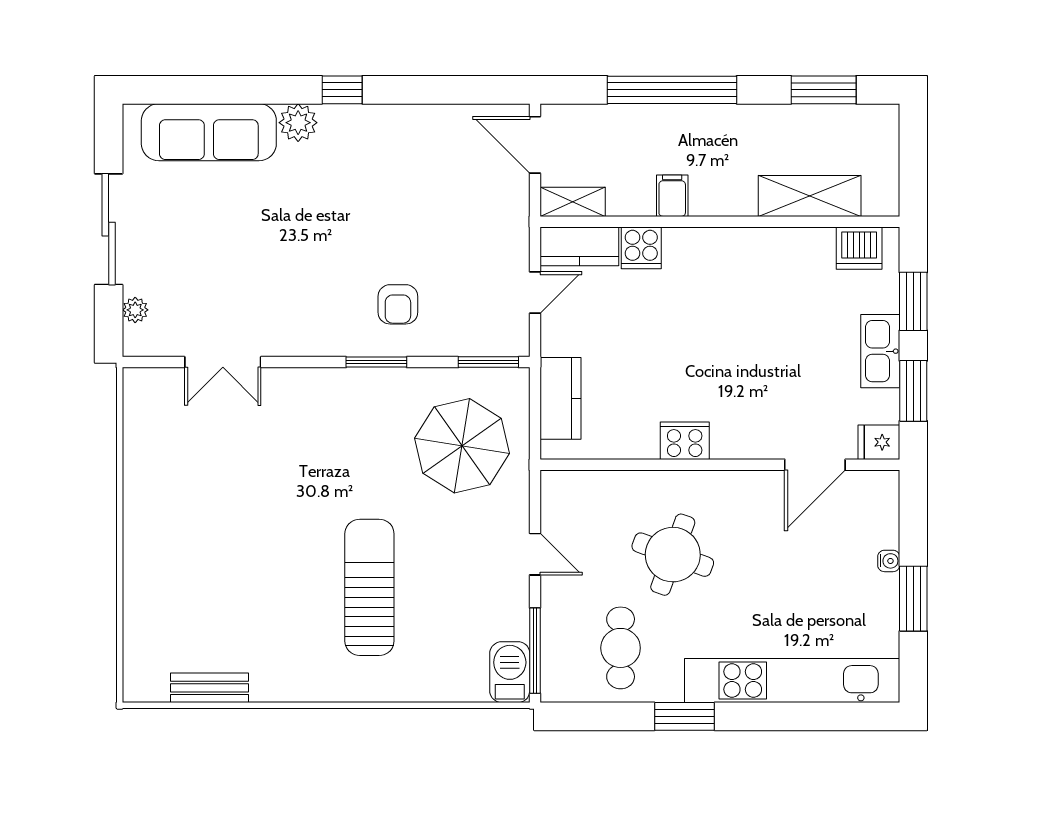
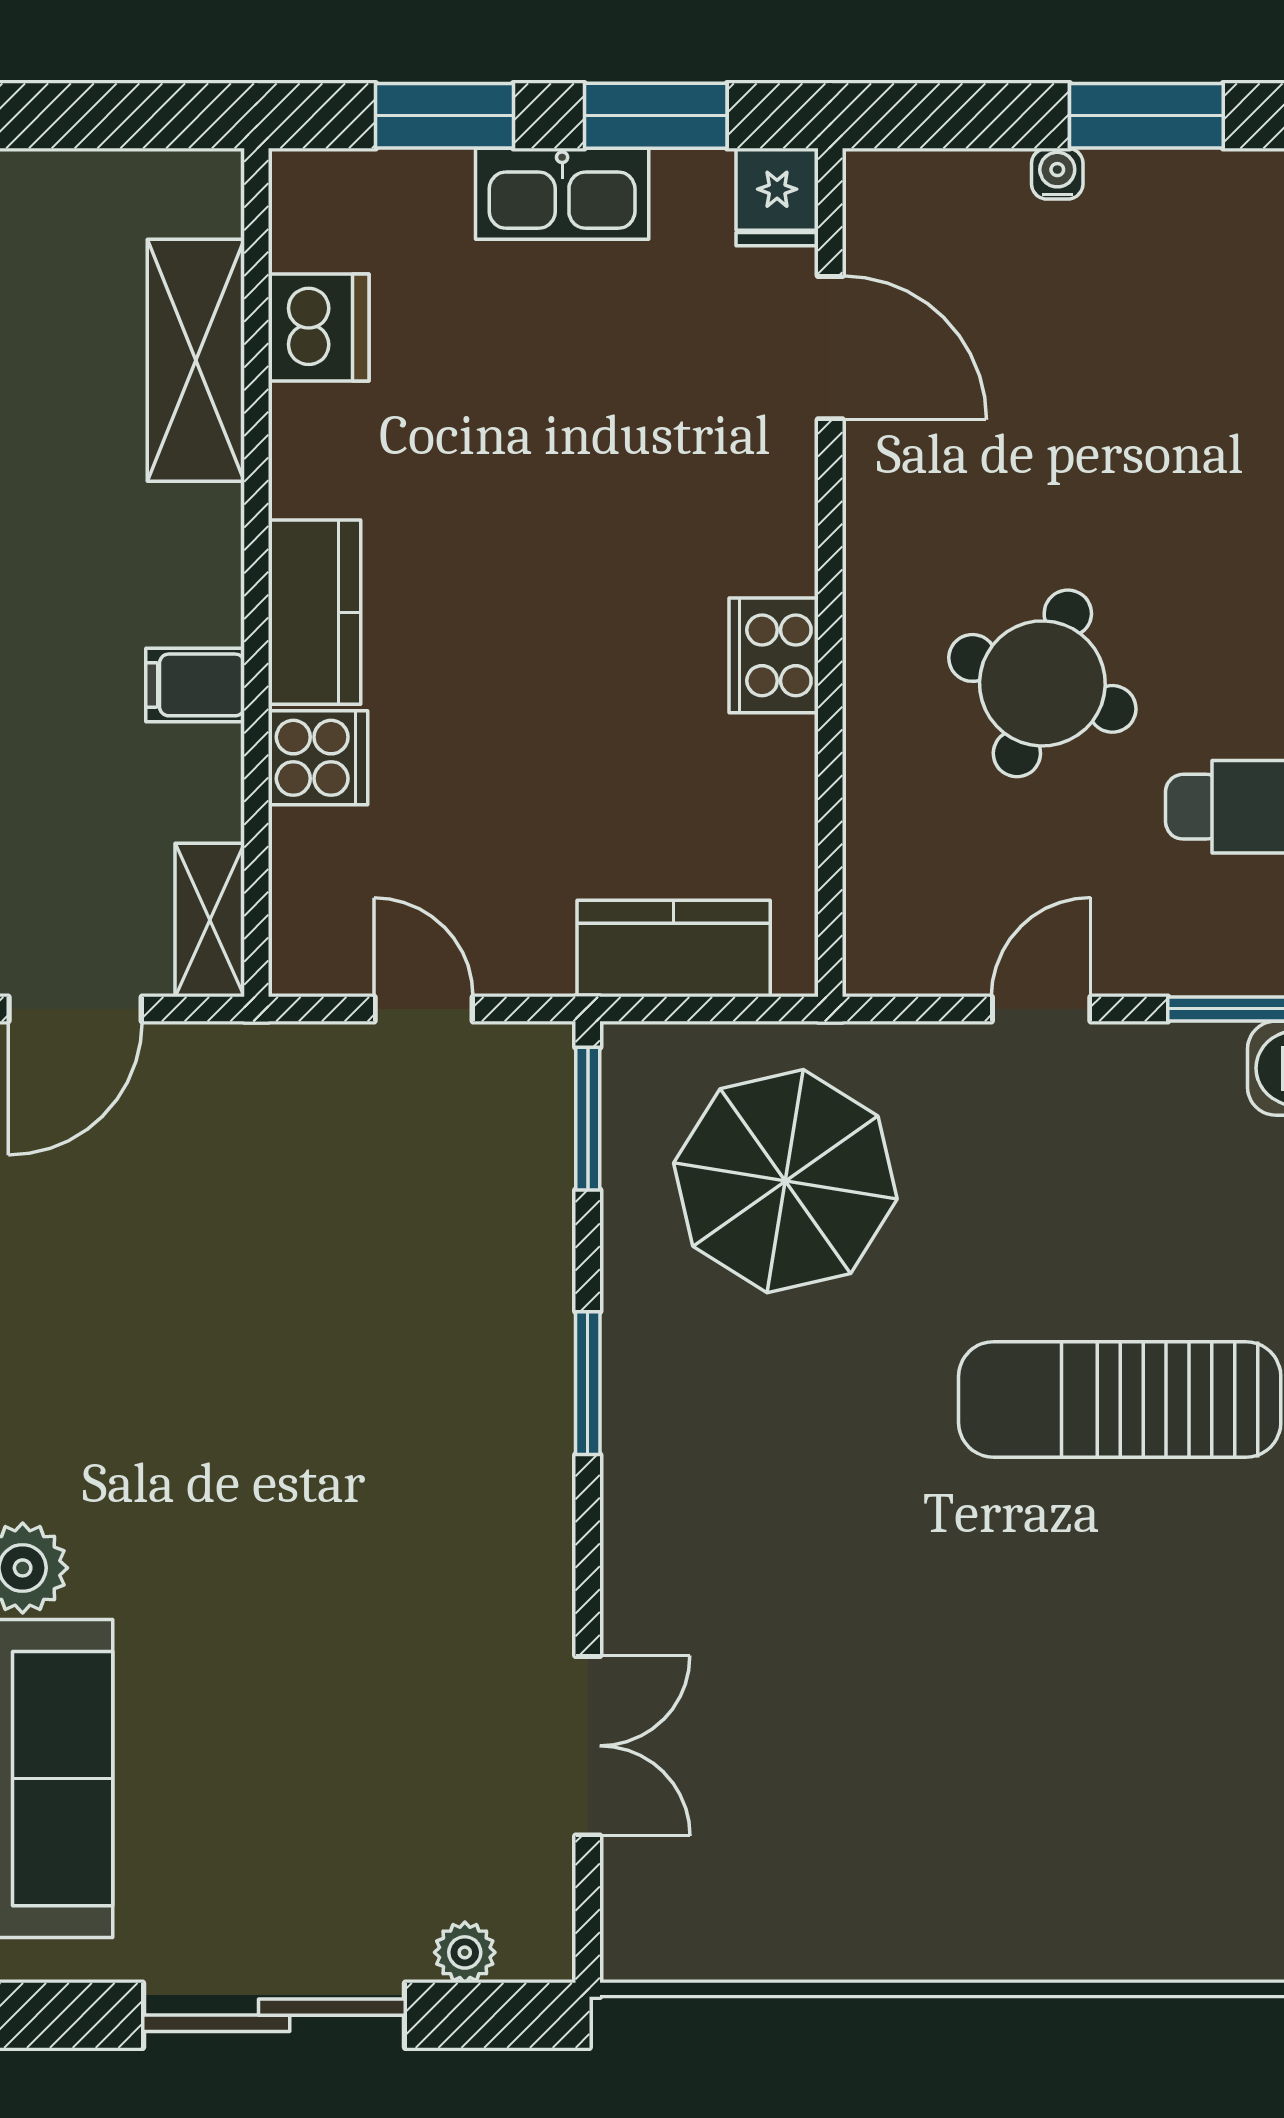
kitchen counter: (580, 246) -> (315, 612), moved
dishwasher: (859, 248) -> (319, 327), moved
armchair: (398, 304) -> (452, 1332), removed

